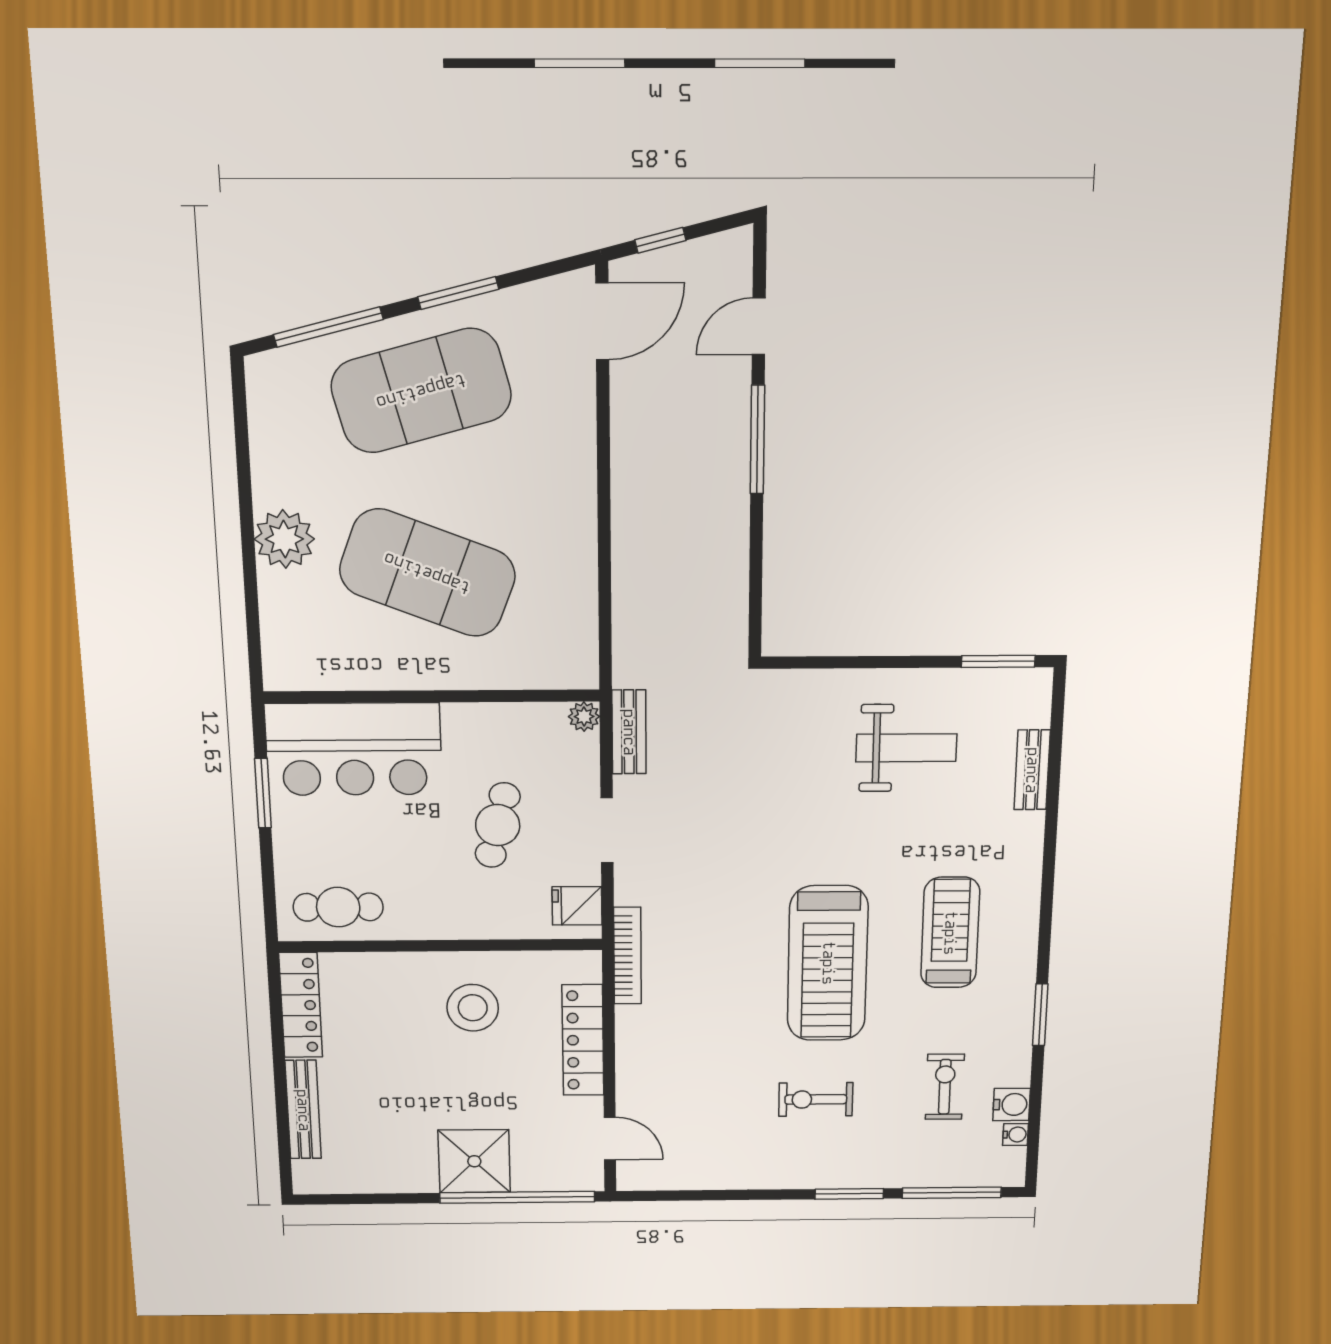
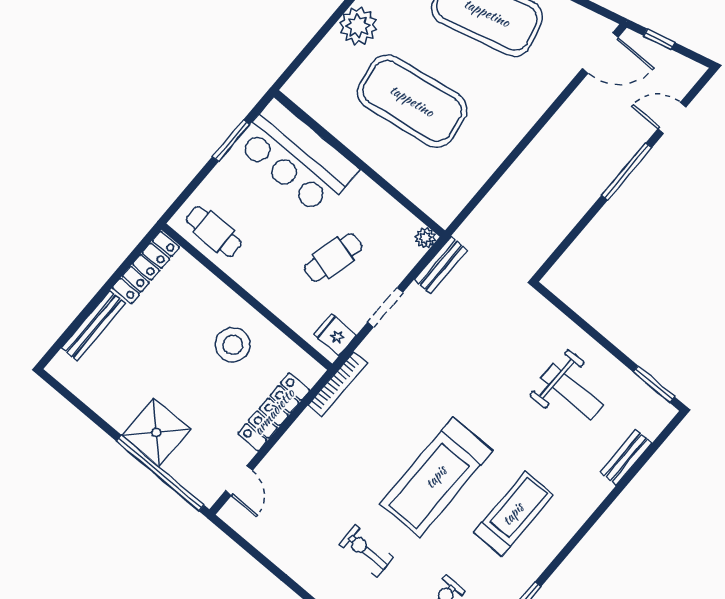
exercise mat: (427, 573) -> (412, 101), turned -30

